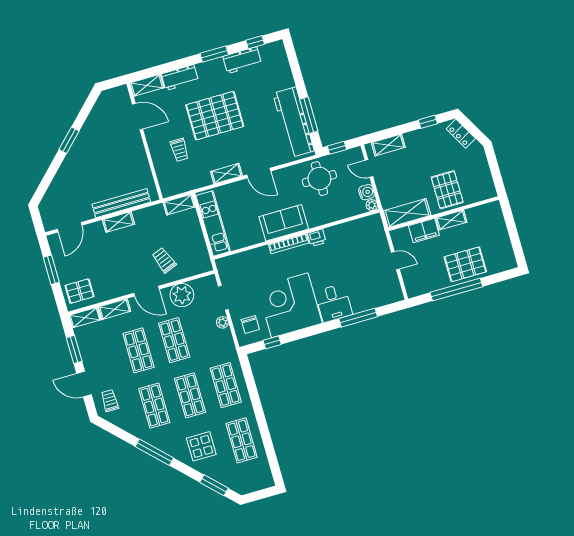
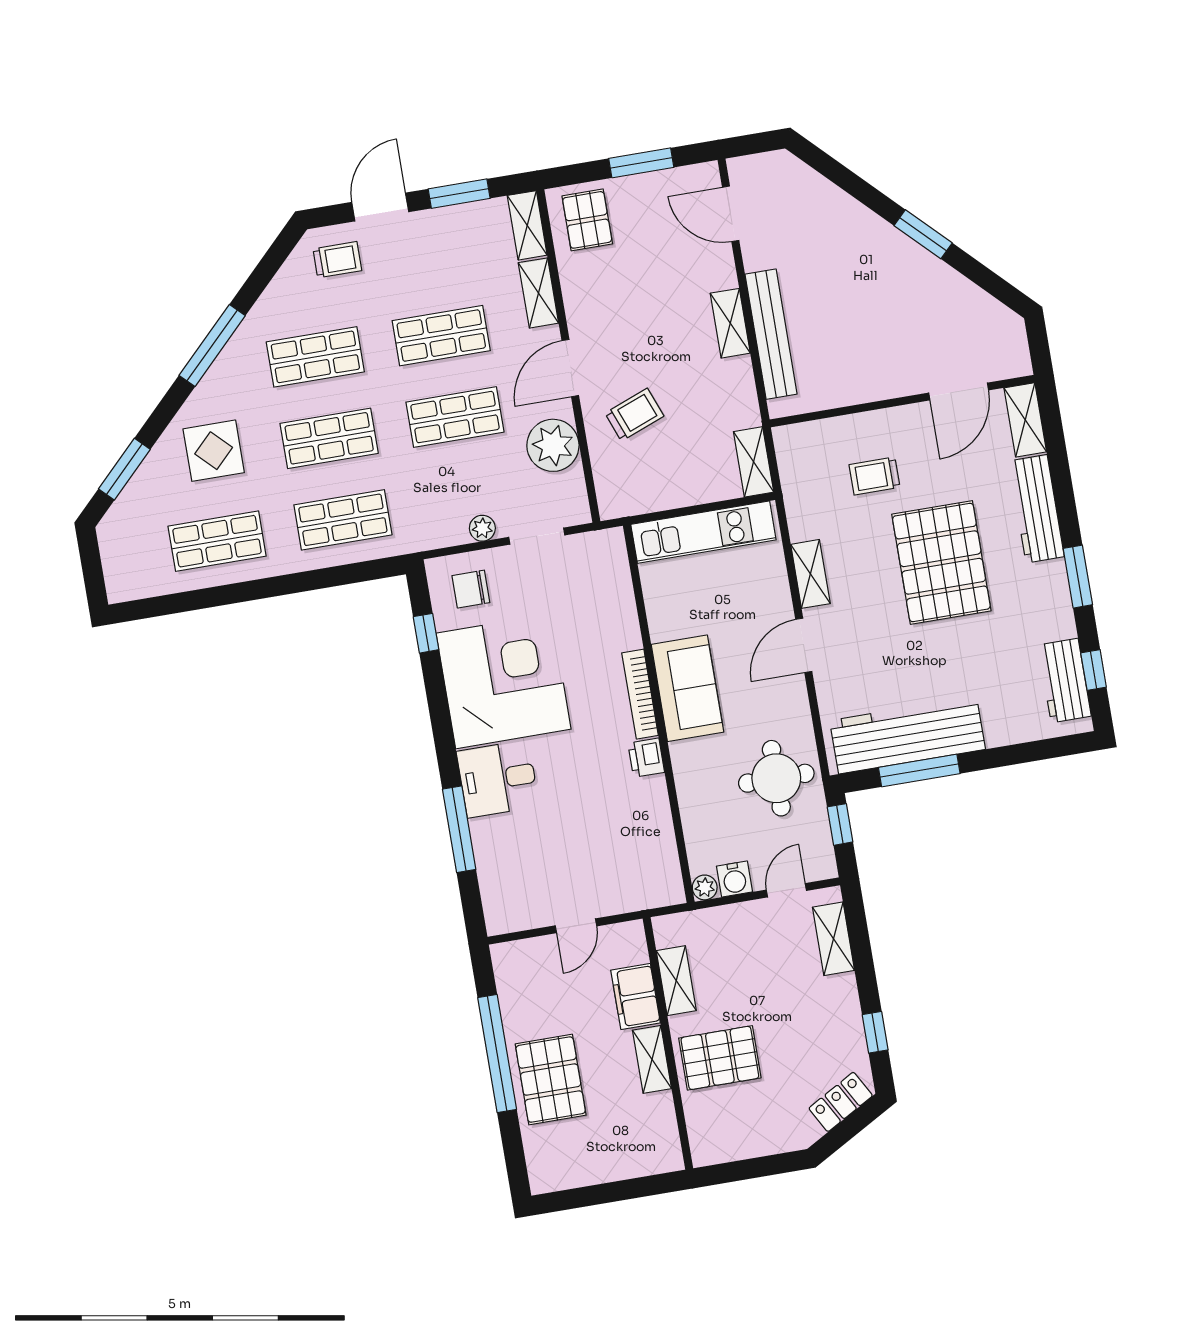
workbench: (242, 60) -> (1065, 680), moved
workbench: (180, 78) -> (1037, 509), width x1.38
shelving: (407, 213) -> (676, 981), width x0.67, depth x0.75

